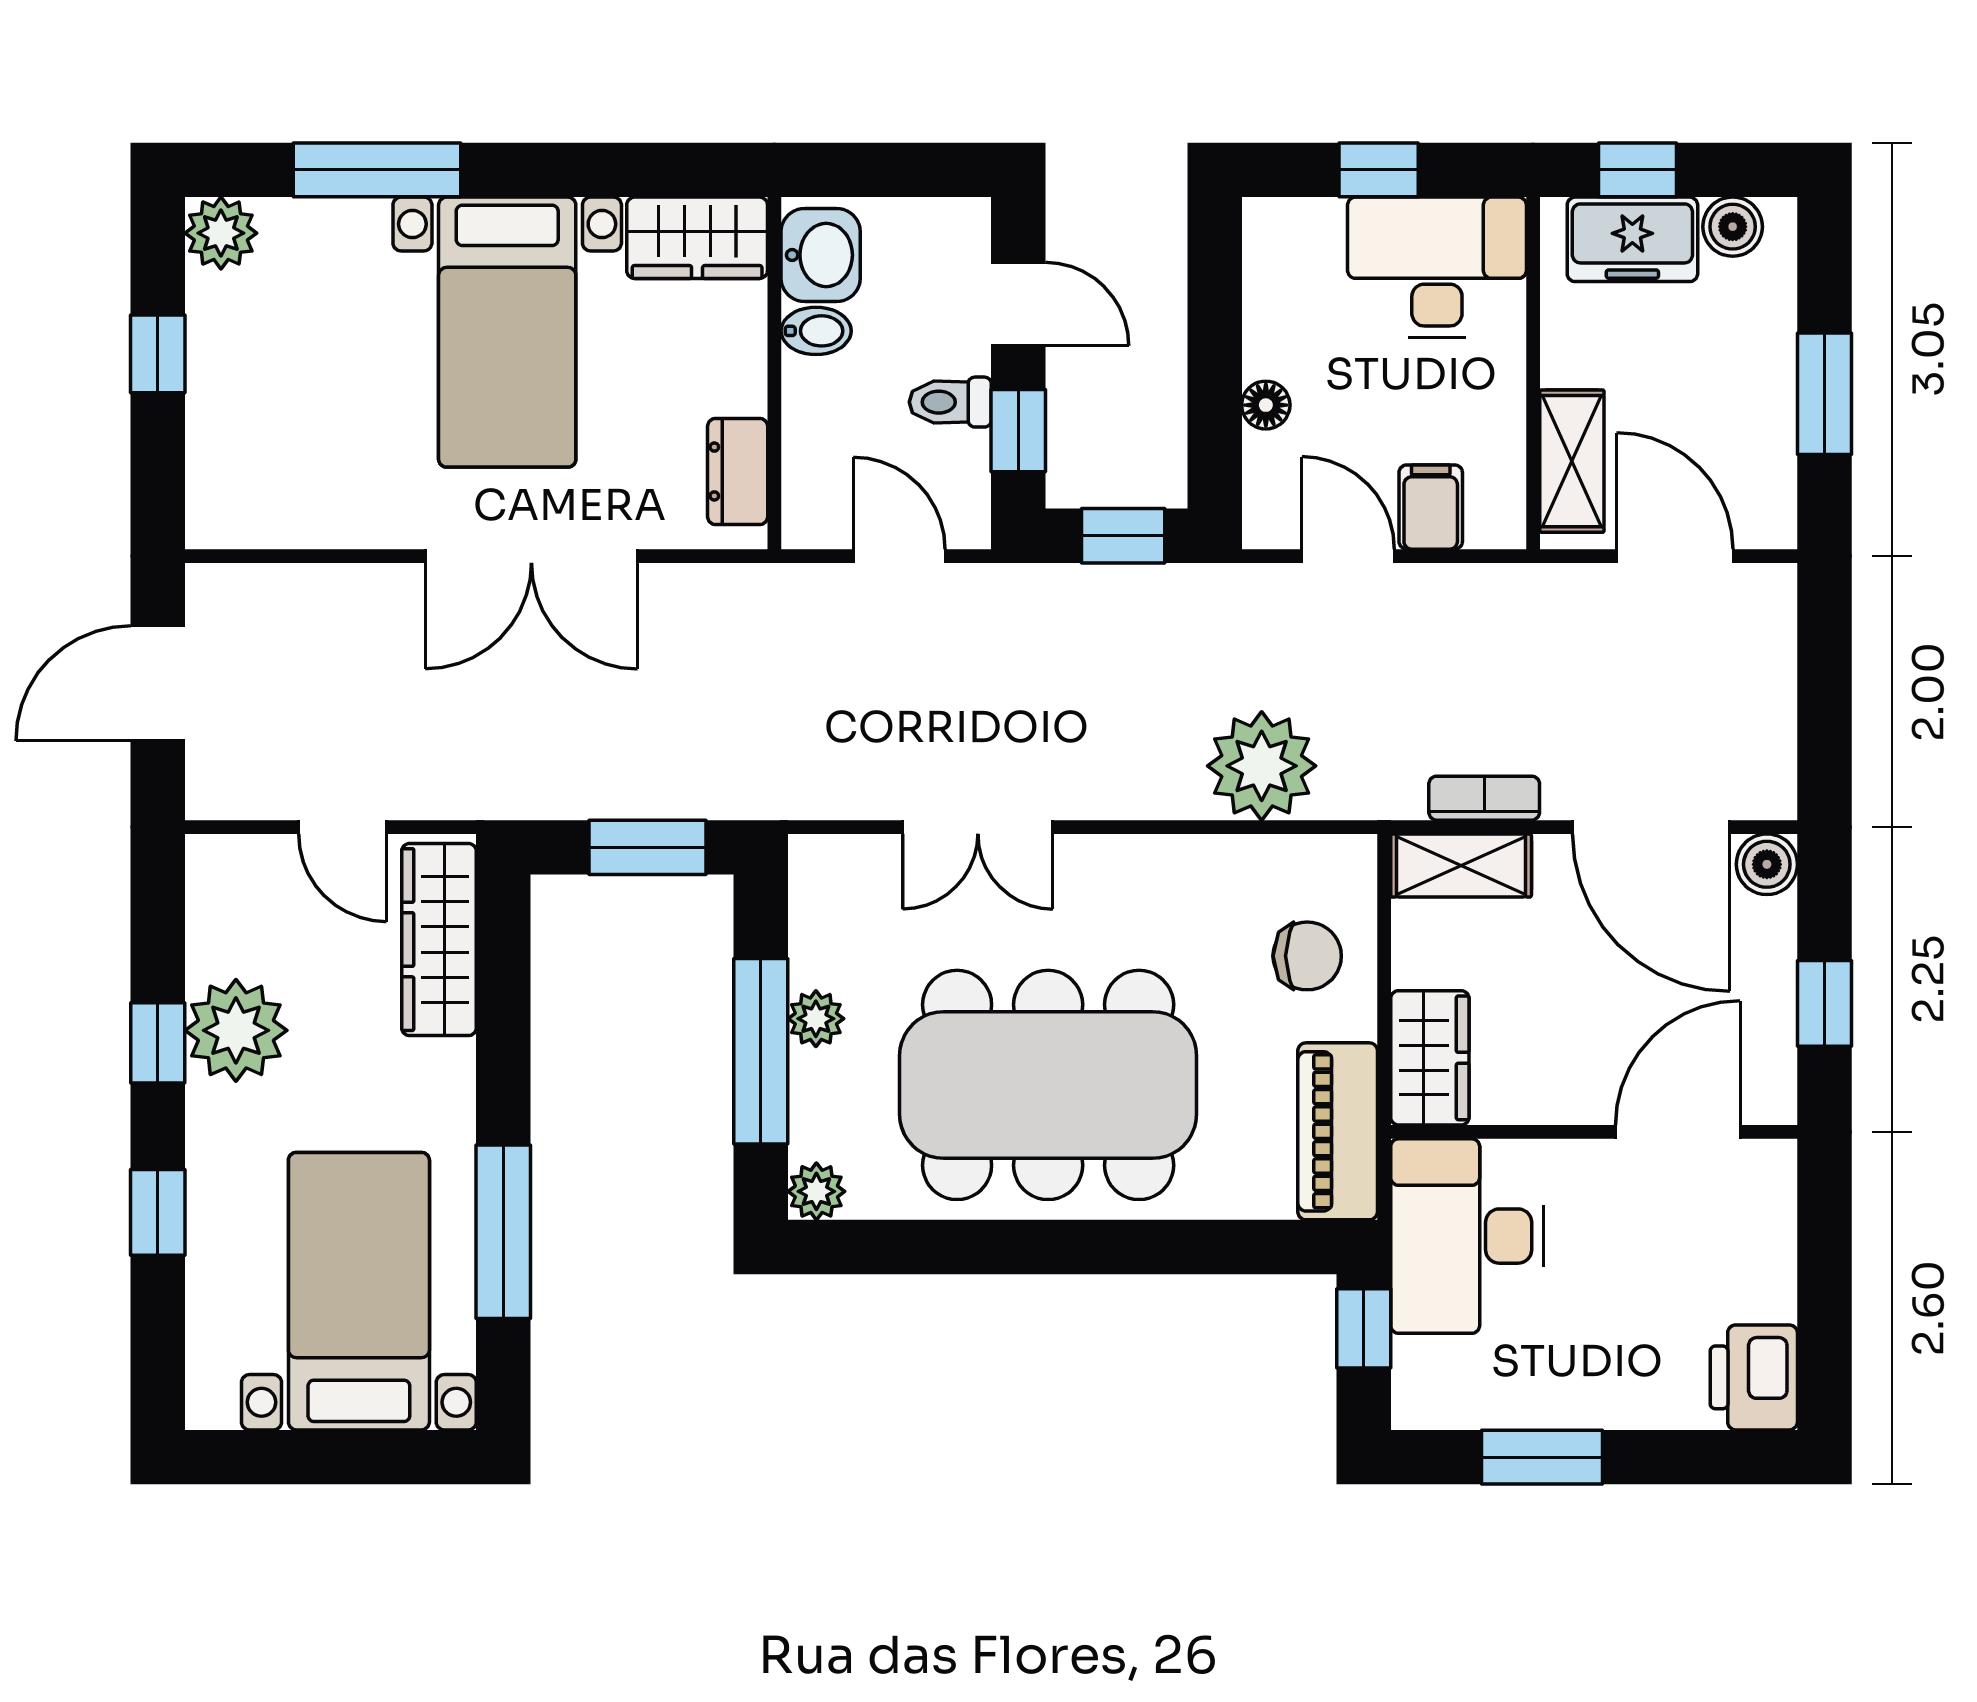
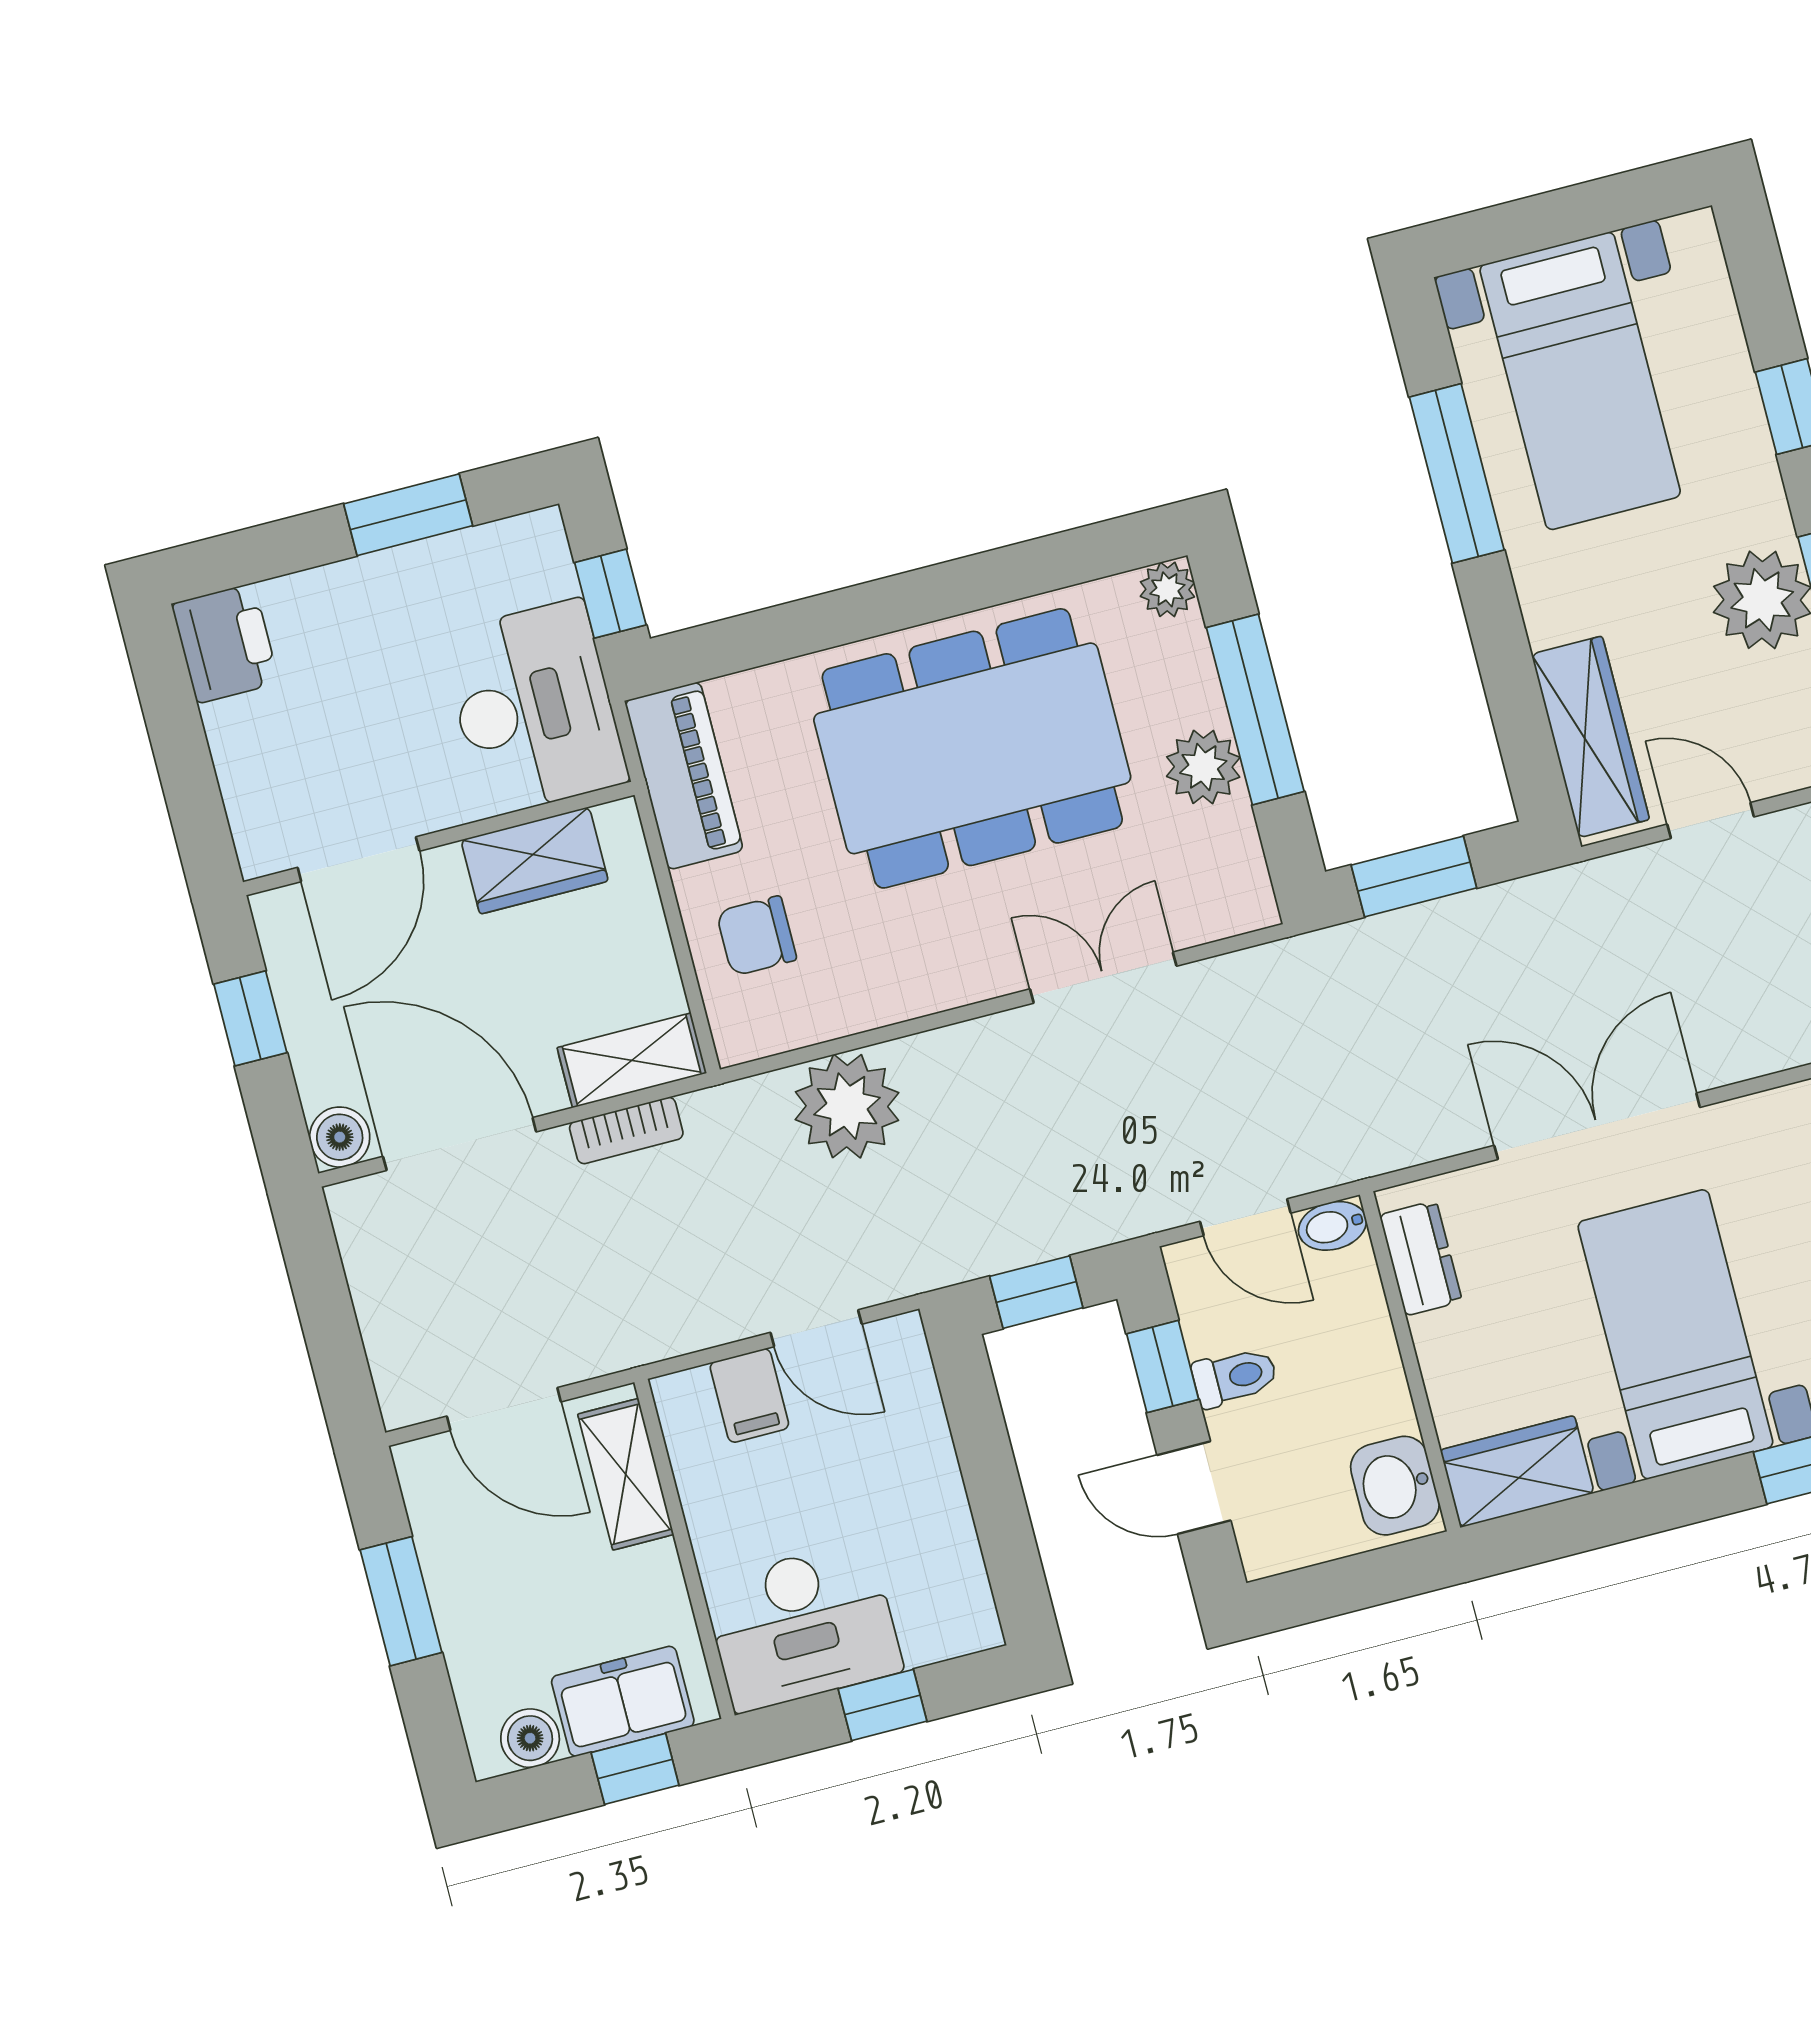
bidet: (816, 331) -> (1332, 1226), moved
floor lamp: (1266, 405) -> (932, 1452), removed
plant: (816, 1019) -> (1203, 767), width x1.38, depth x1.38
wardrobe: (1430, 1058) -> (535, 860), moved, turned -90

